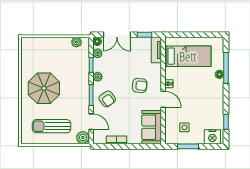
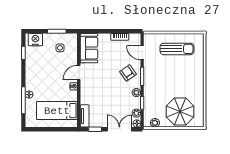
armchair: (140, 85) -> (99, 85), removed
parasol: (44, 88) -> (180, 111), moved
door: (163, 99) -> (79, 73), hinge flipped
plant: (83, 138) -> (149, 39), removed

